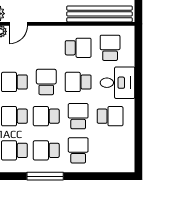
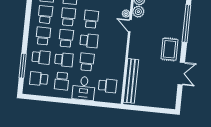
school desk: (78, 48) -> (39, 79), moved, turned 90
window: (45, 176) -> (23, 66), moved

